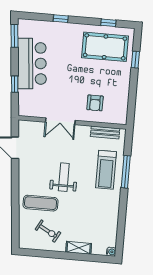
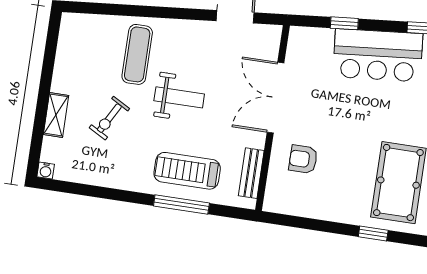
double door: (60, 121) -> (275, 98), width x1.37
exercise bike: (48, 231) -> (109, 118), moved

